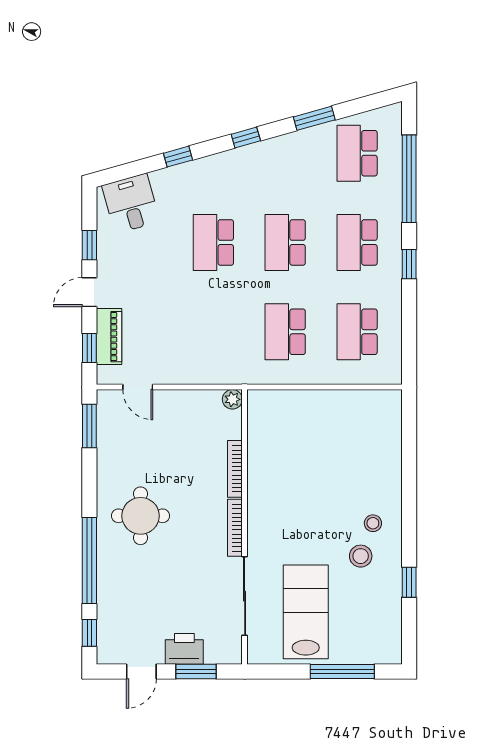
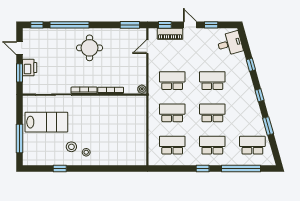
school desk: (213, 332) -> (172, 81), added

